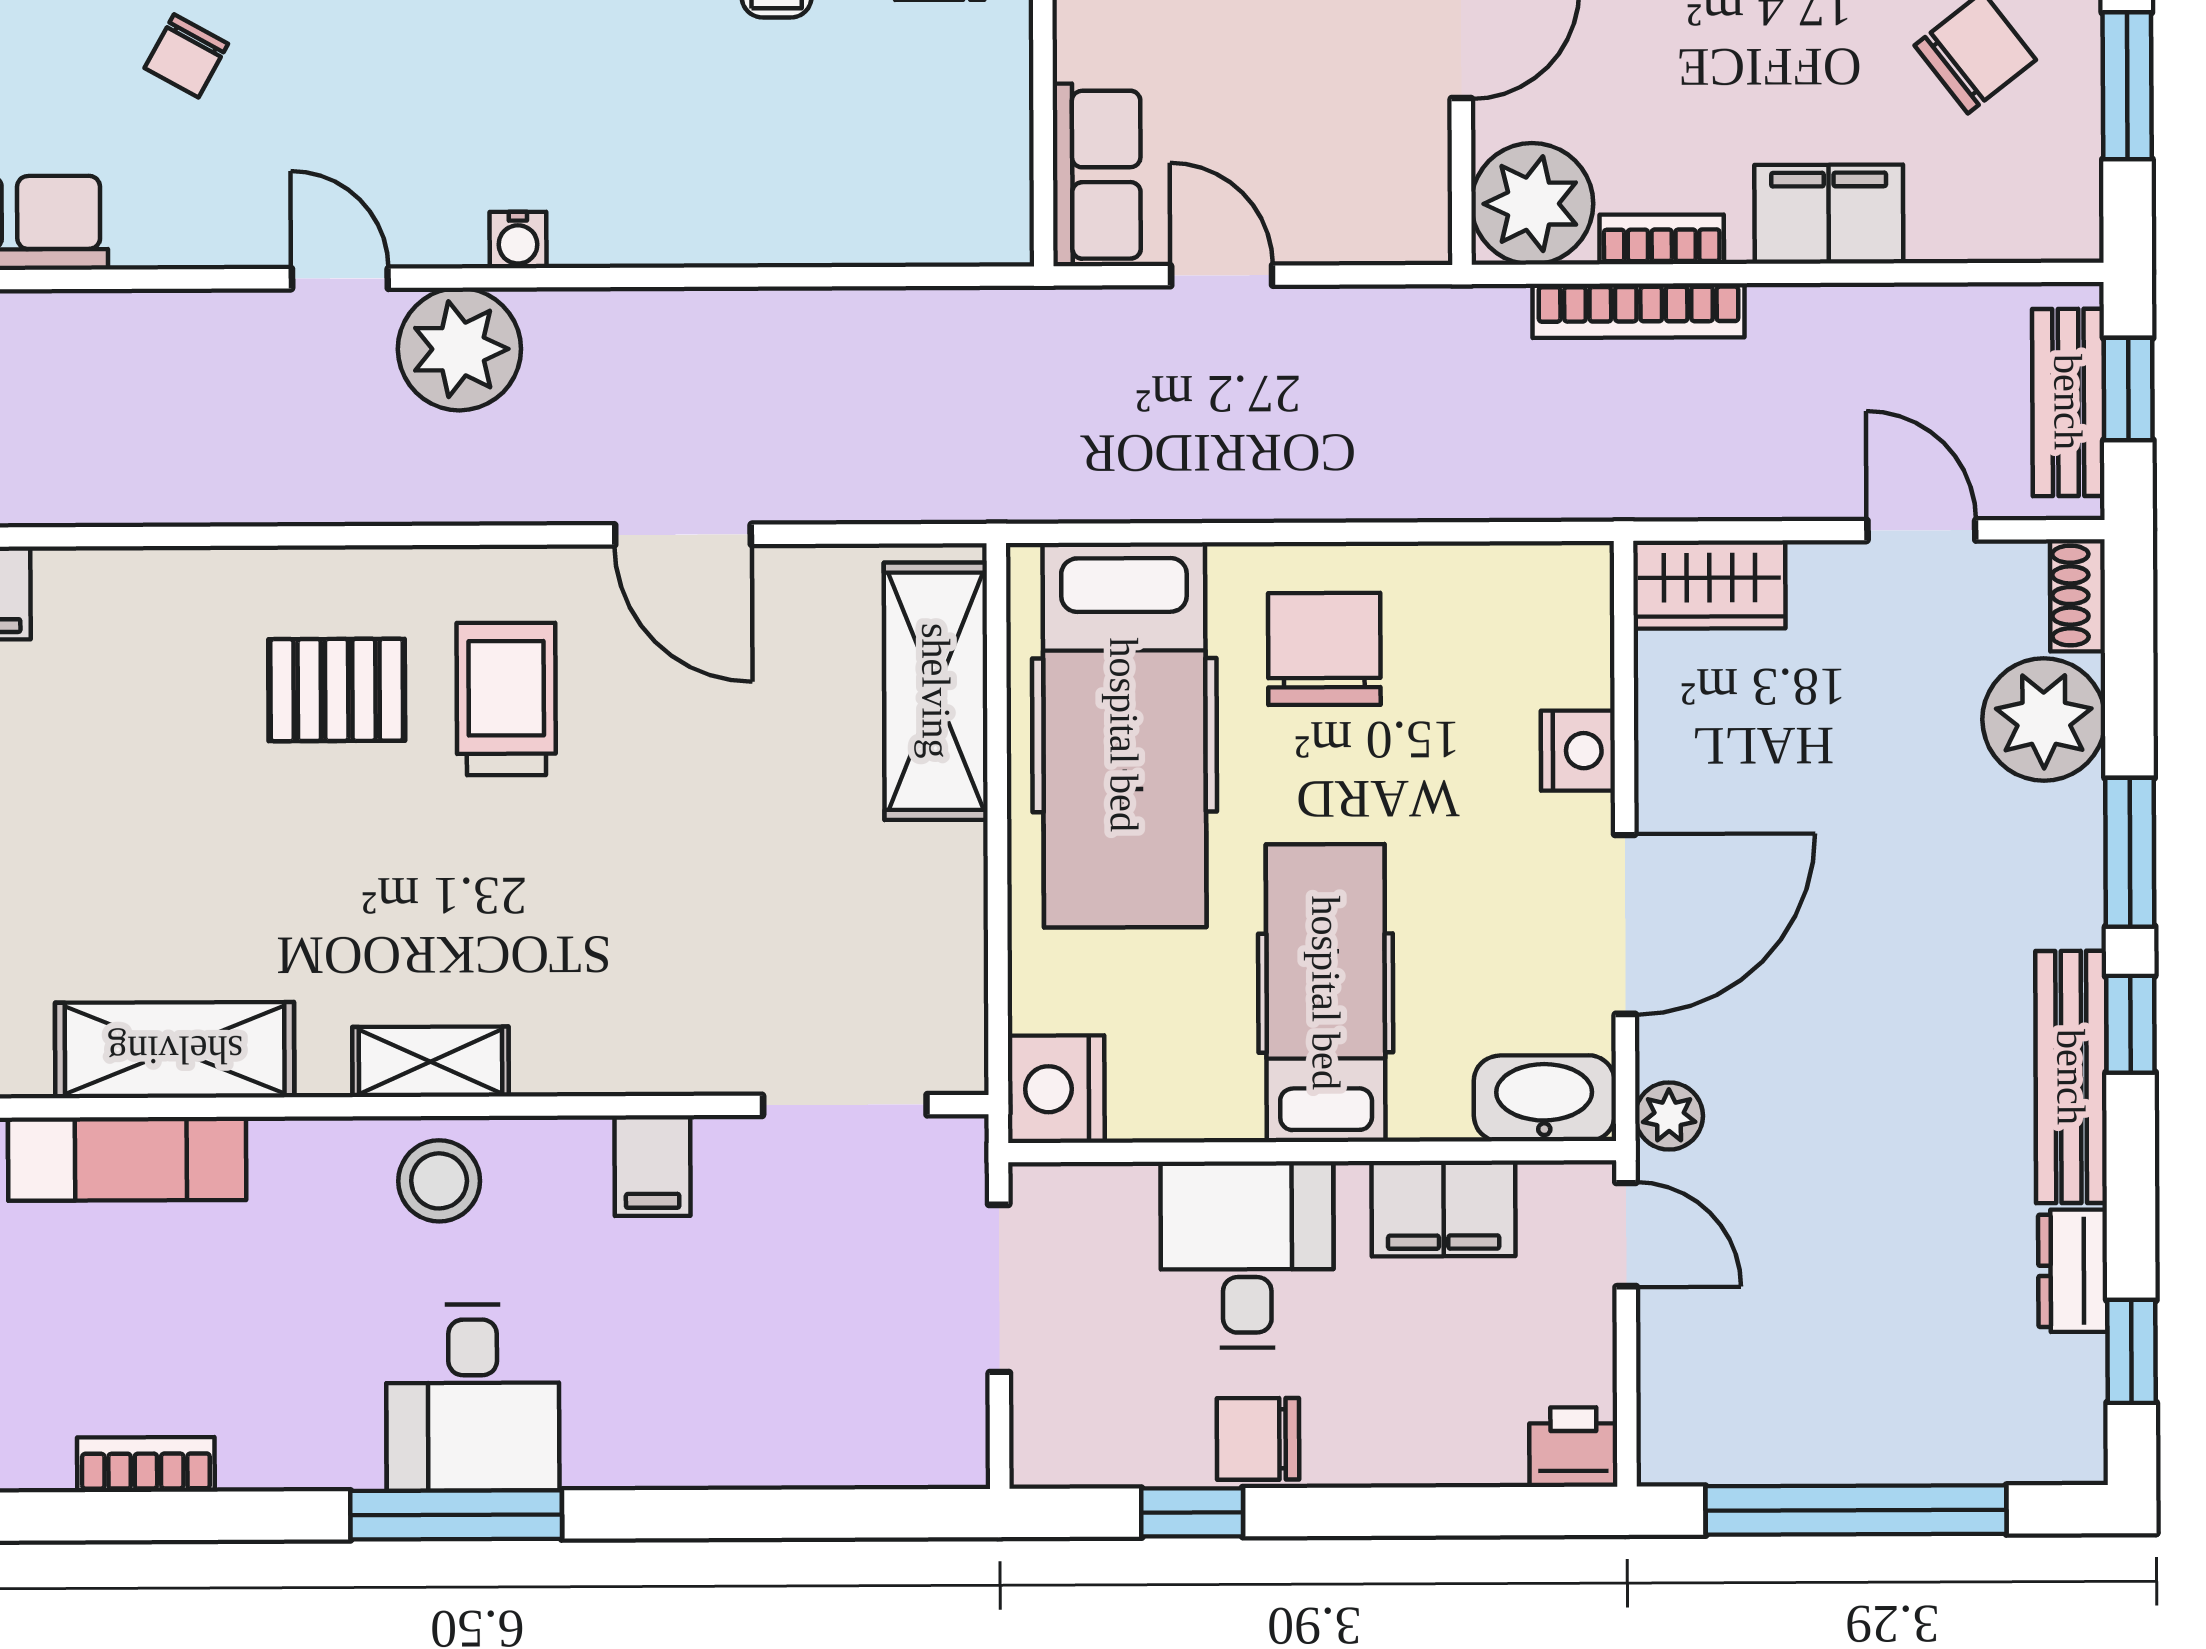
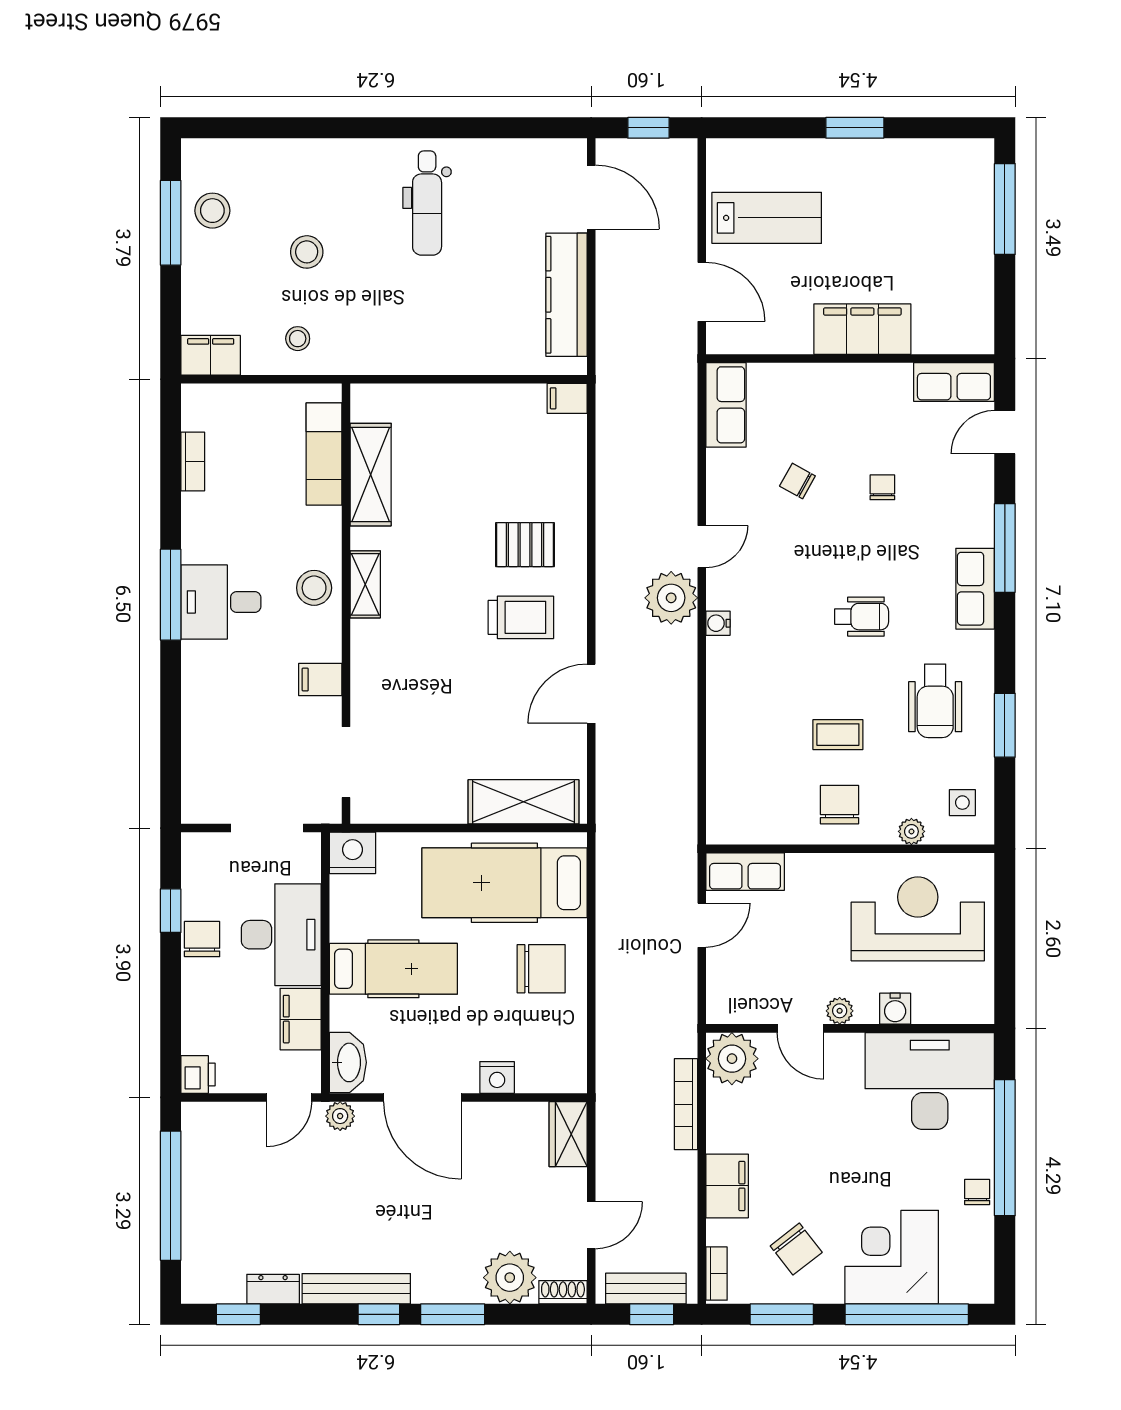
bookcase: (1662, 239) -> (716, 1274), moved
pallet: (337, 690) -> (525, 545), turned 90
desk: (1247, 1255) -> (281, 935), width x1.37

